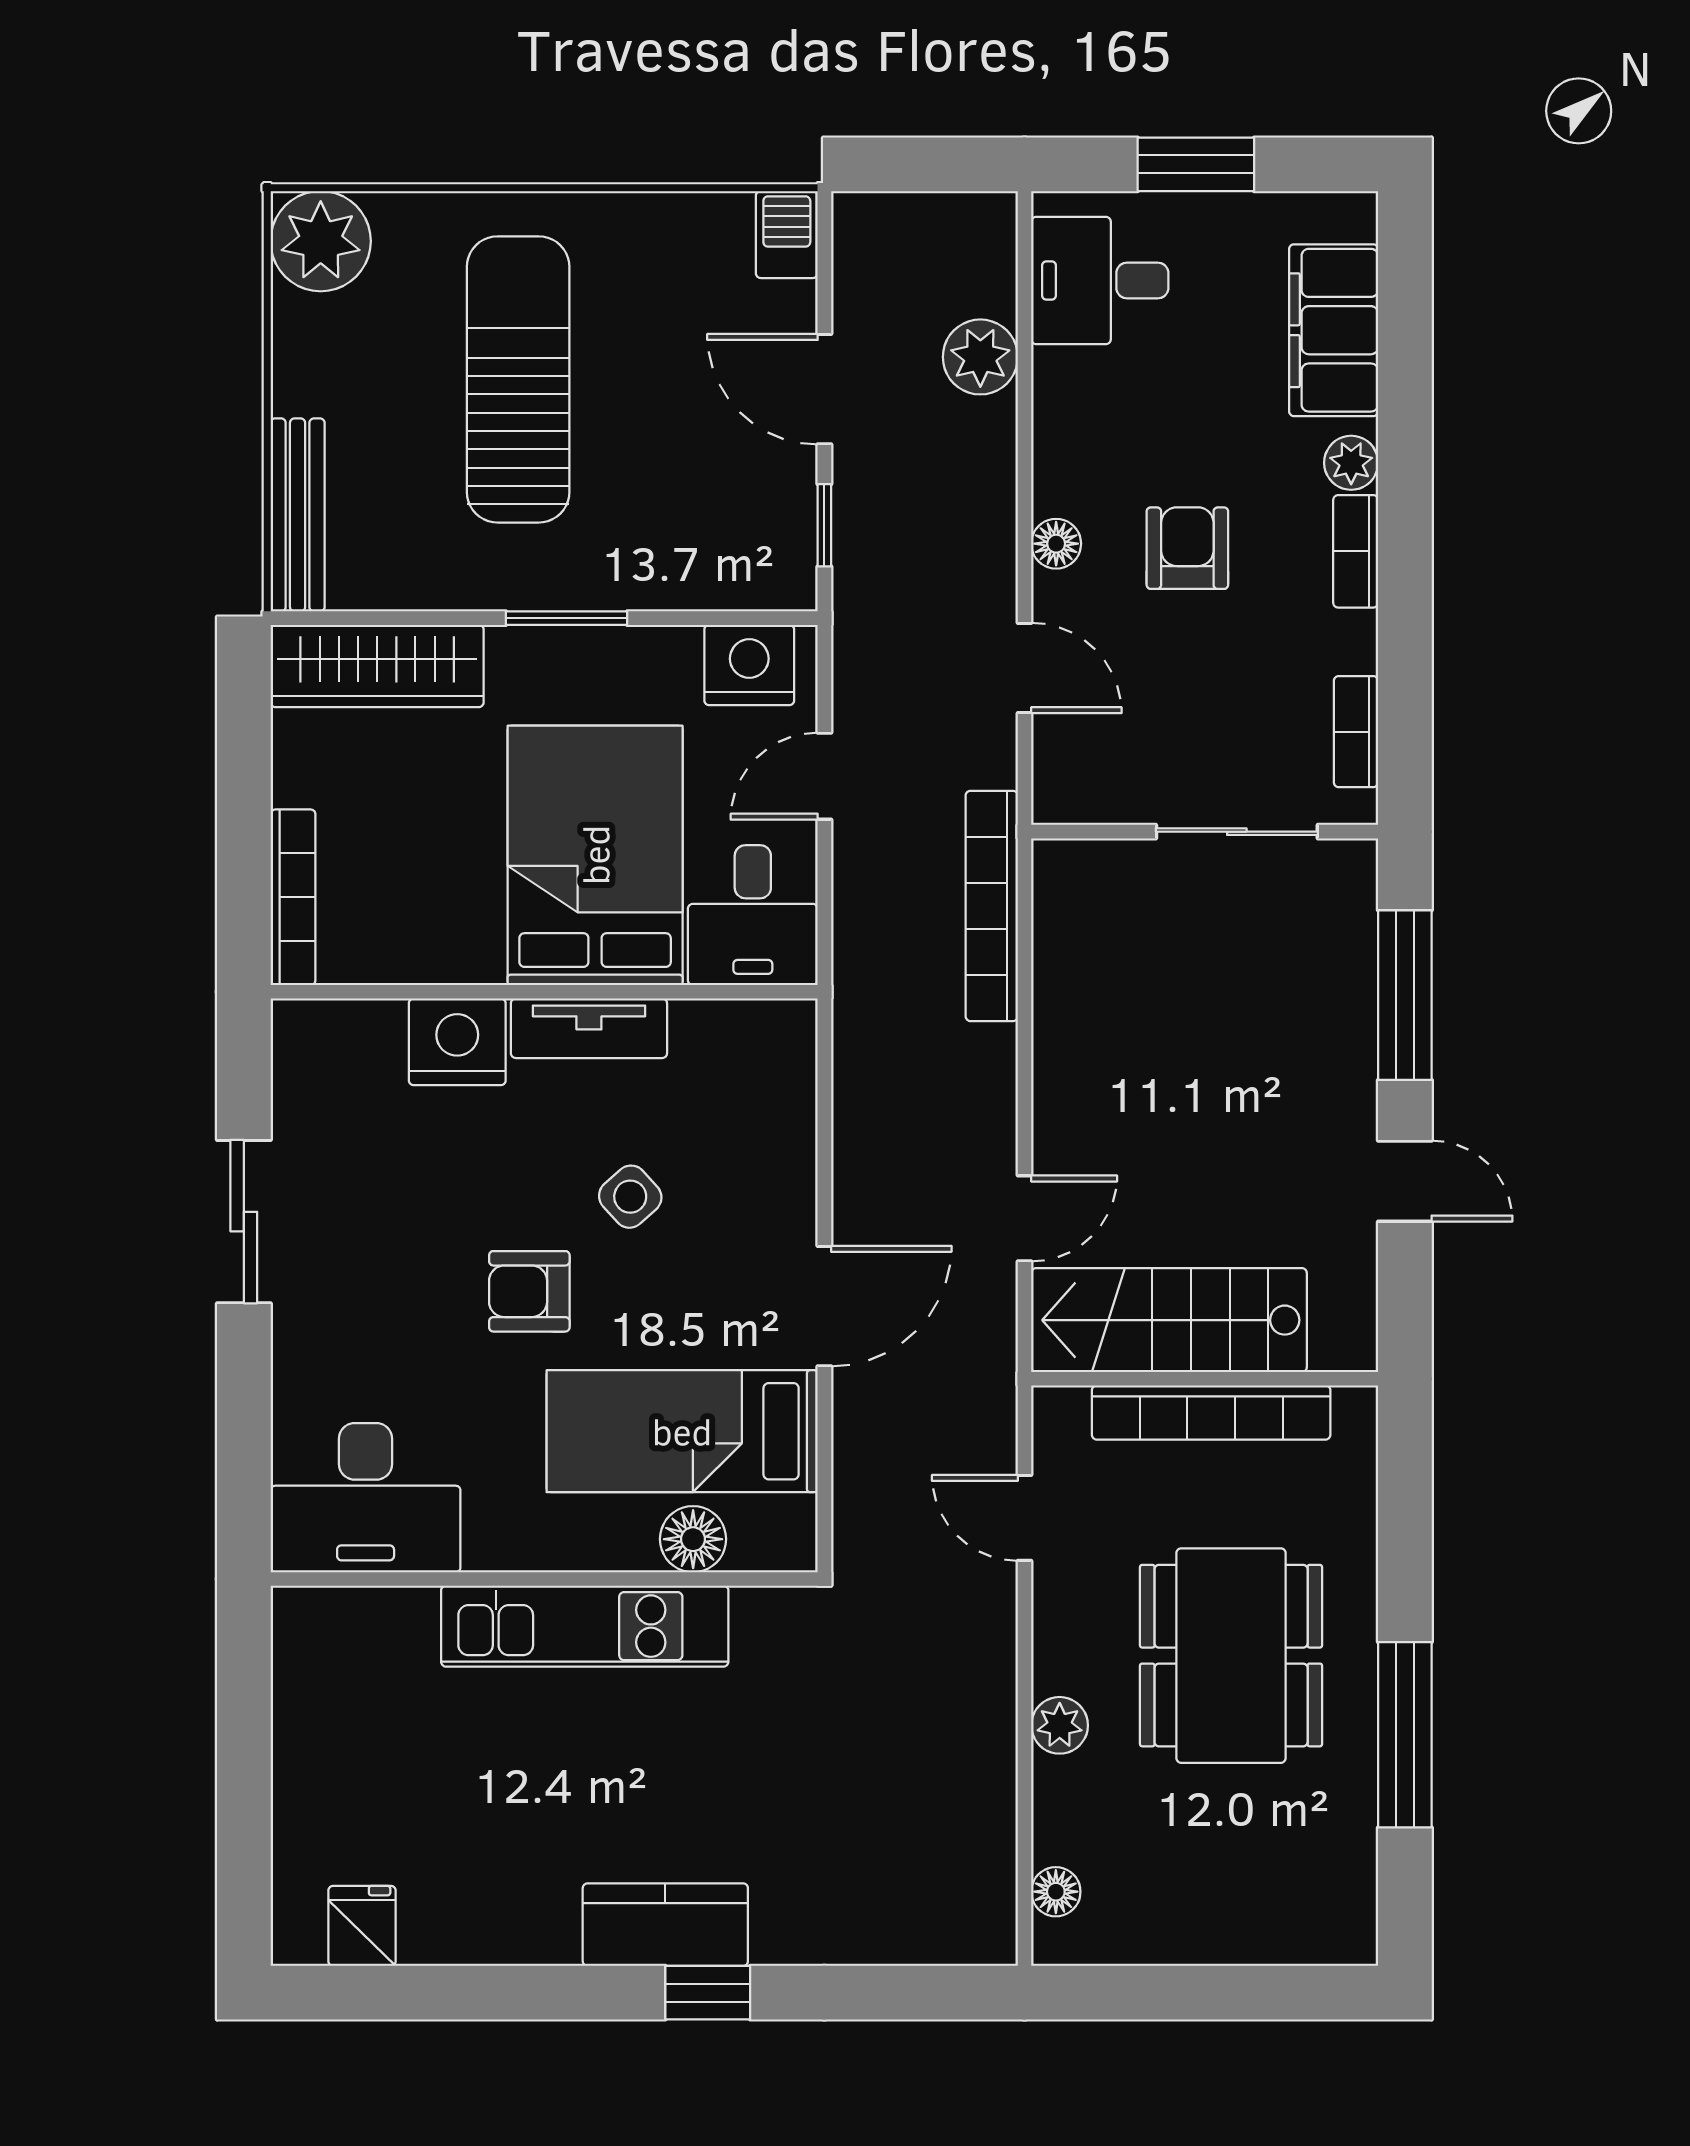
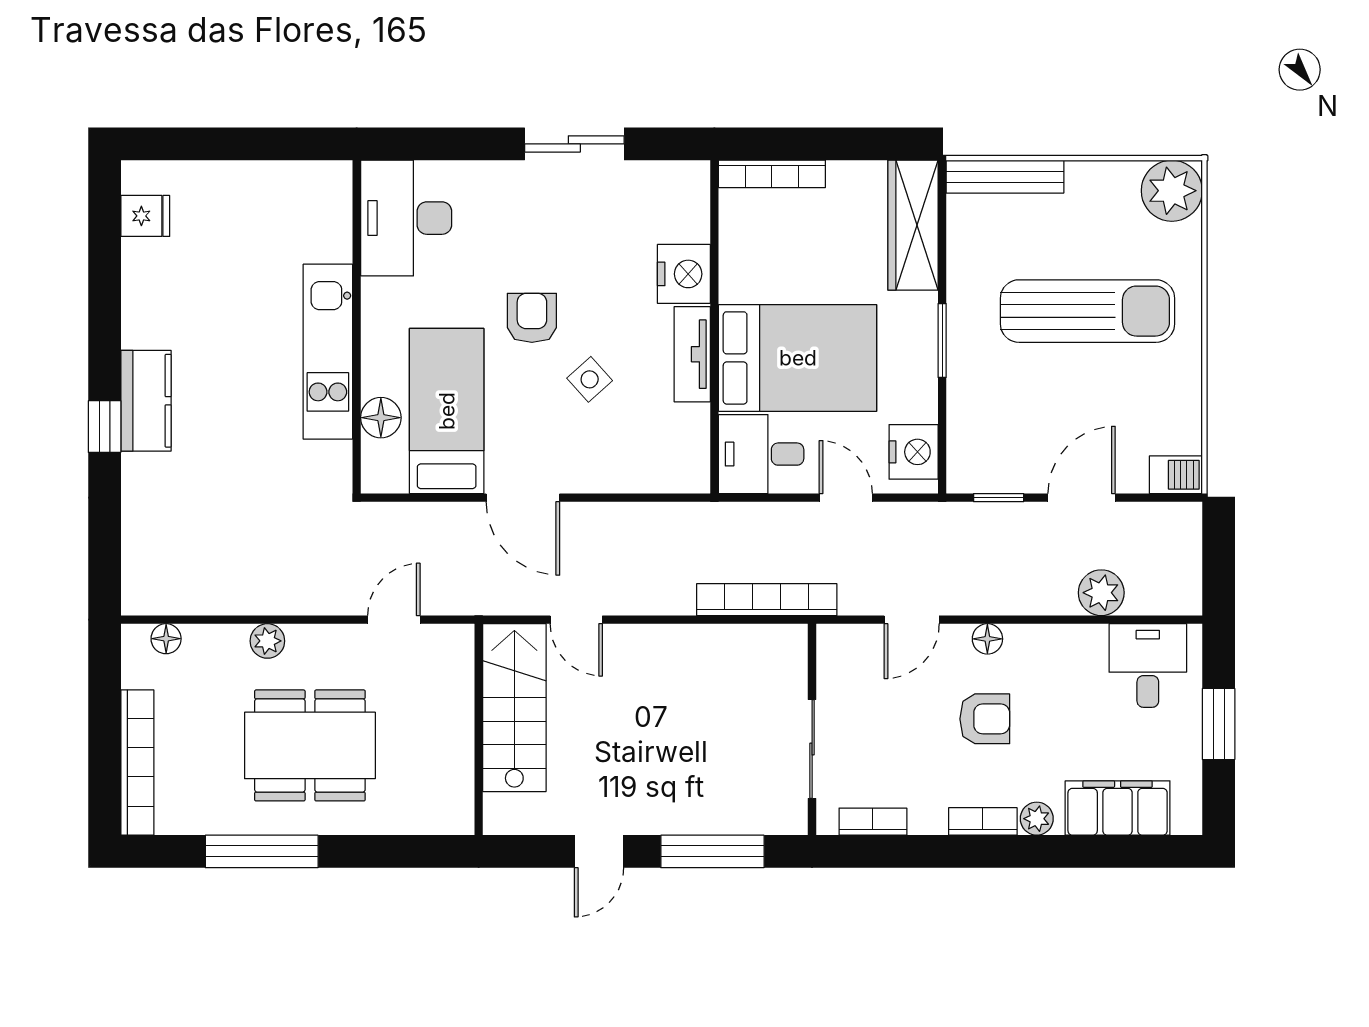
bookcase: (1211, 1413) -> (137, 762), moved, turned 180

